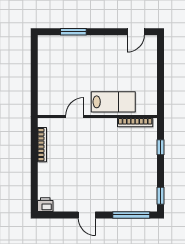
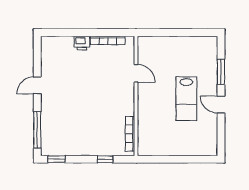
door: (136, 32) -> (221, 105), moved
lab bench: (113, 102) -> (186, 99), moved
printer: (45, 205) -> (82, 43), moved, turned 90

